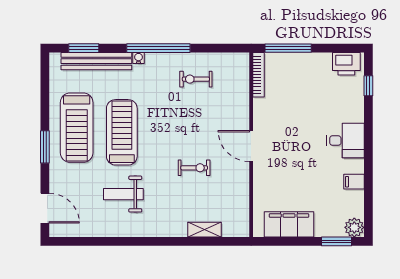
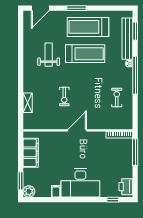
desk: (345, 141) -> (80, 183), width x1.87, depth x1.30

